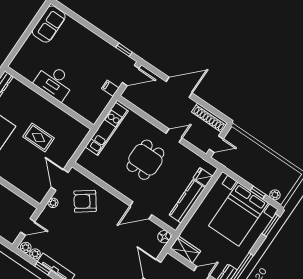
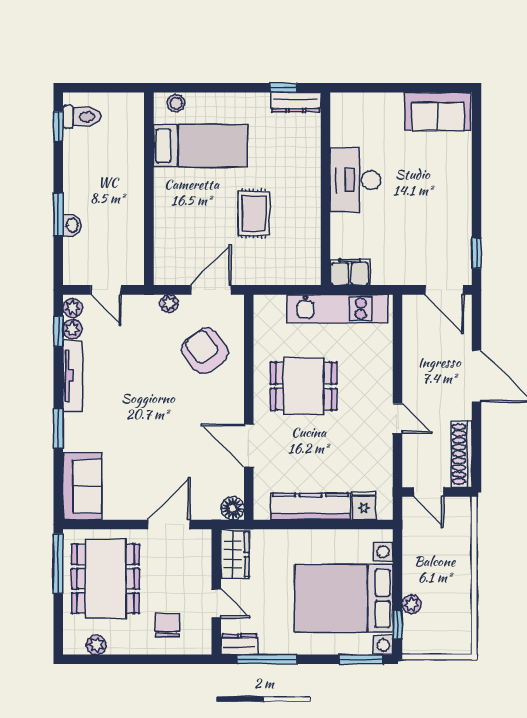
filing cabinet: (110, 88) -> (350, 272), moved, width x2.00
dining table: (145, 160) -> (304, 386), moved
window: (258, 193) -> (397, 625), moved
plant: (275, 195) -> (412, 604), moved
window: (43, 268) -> (58, 331), moved

